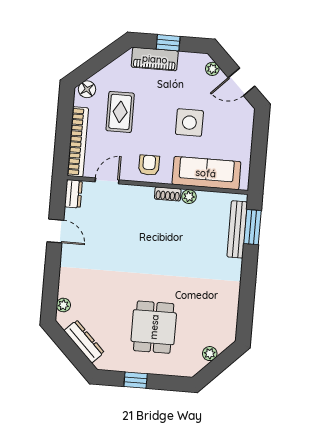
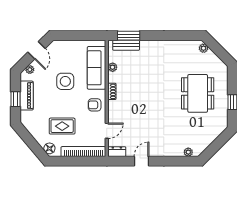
piano: (155, 59) -> (27, 96), moved
door: (107, 181) -> (107, 131), swing flipped
plant: (189, 197) -> (113, 67), moved
bench: (237, 229) -> (126, 45), width x0.73
dining table: (154, 327) -> (198, 93), width x1.37
dresser: (84, 341) -> (210, 137), removed
plant: (210, 354) -> (204, 48), moved

